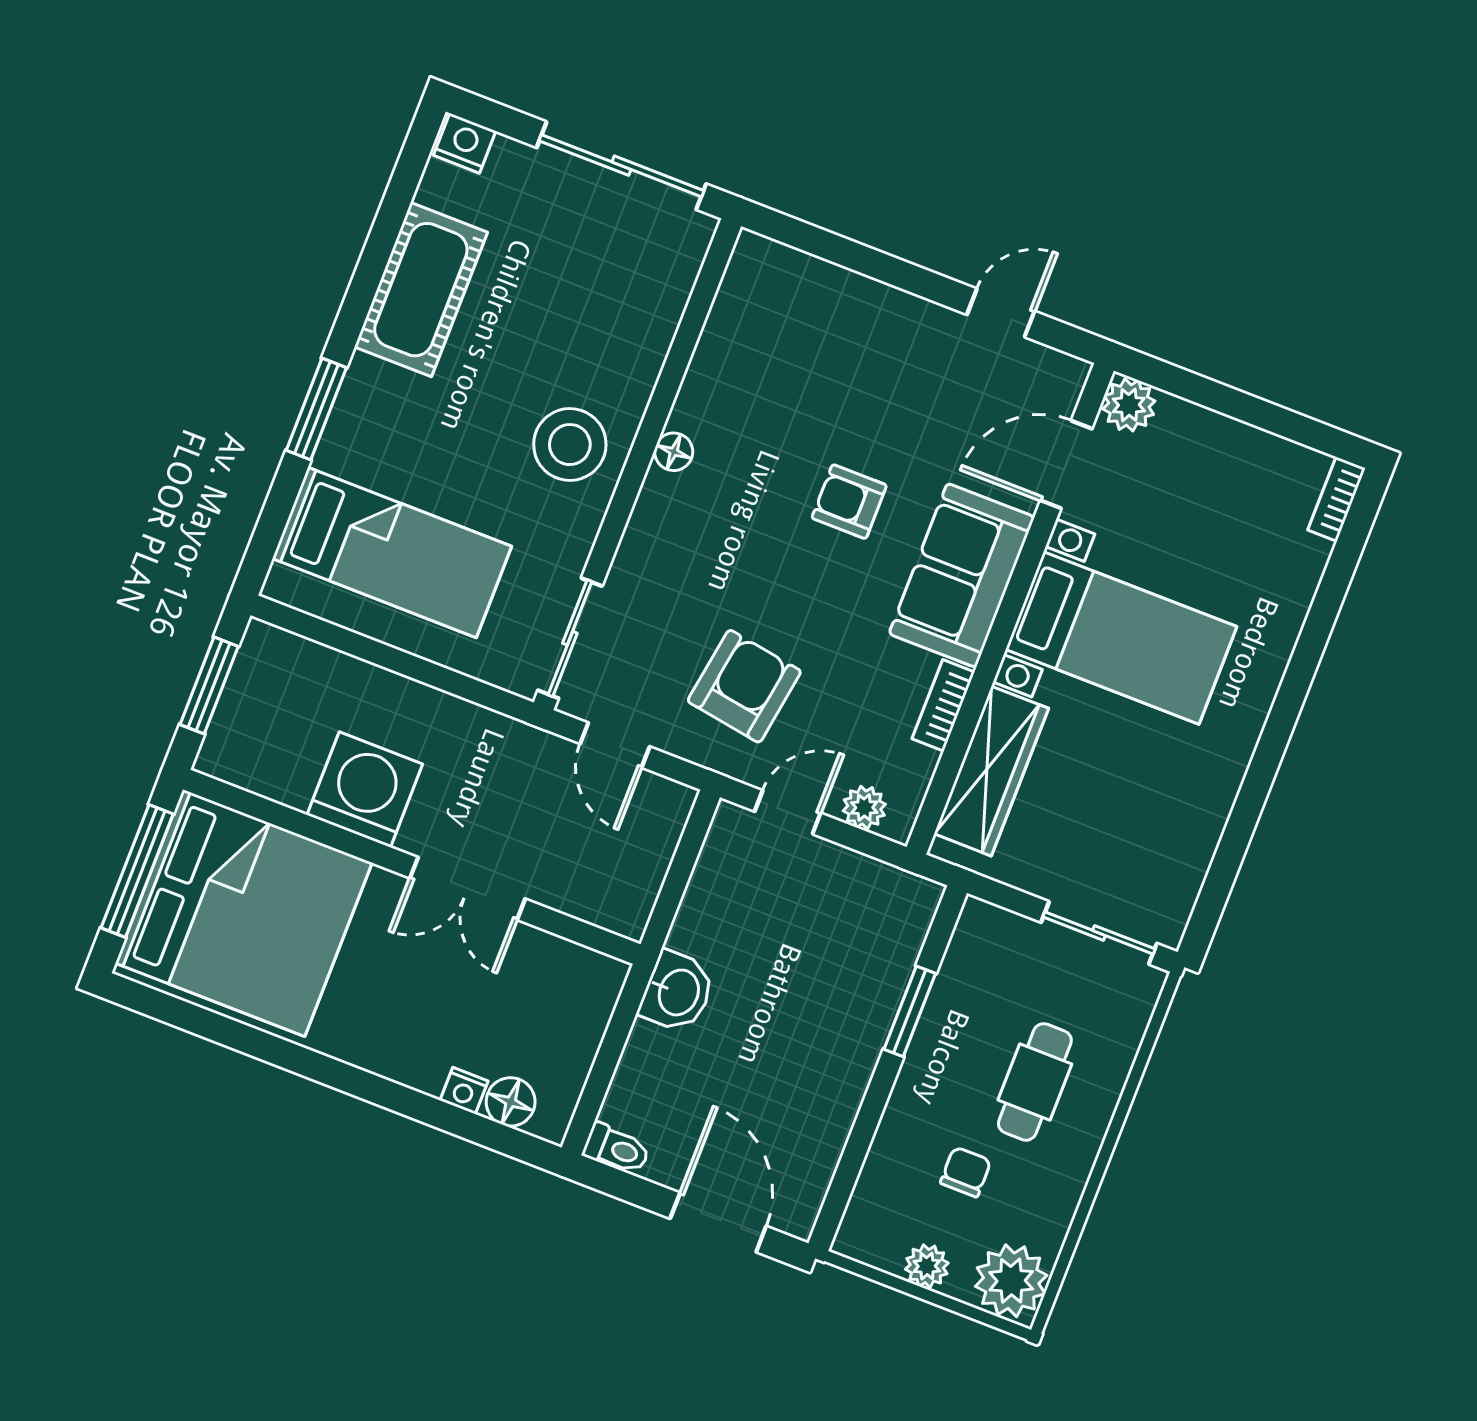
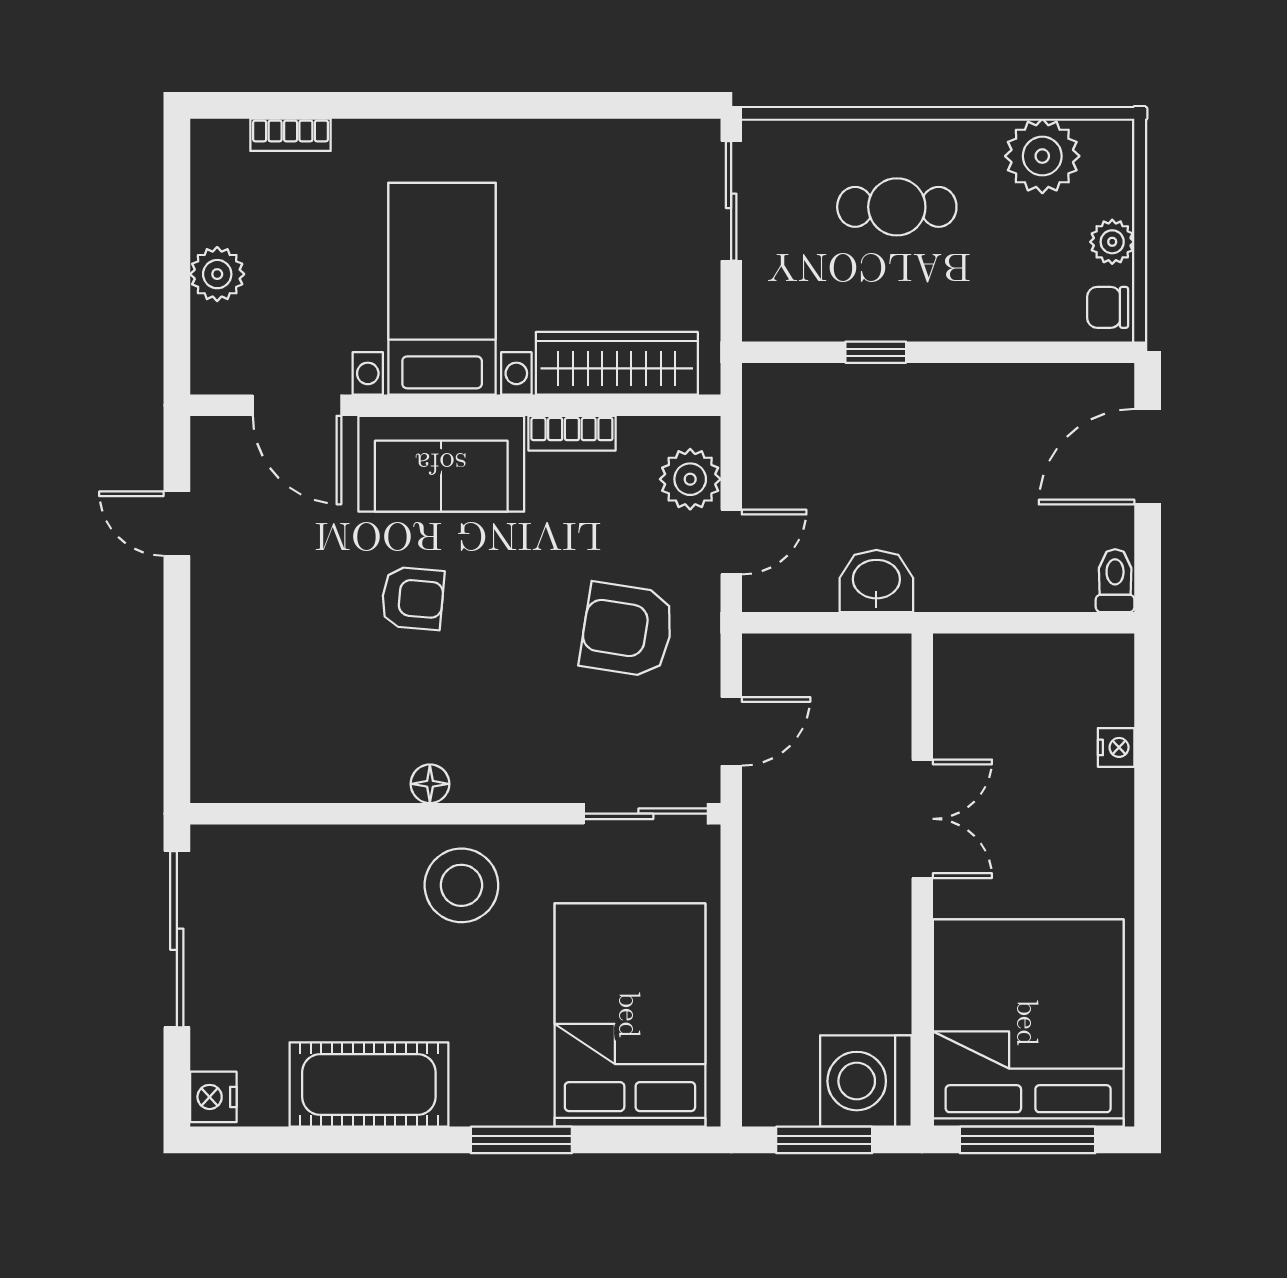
plant: (1129, 405) -> (217, 274), moved
bookcase: (1337, 499) -> (291, 135), moved
armchair: (849, 502) -> (413, 598), turned -85
bed: (392, 552) -> (630, 1015), width x1.50
washing machine: (365, 790) -> (866, 1081), moved
plant: (864, 808) -> (690, 479), width x1.38, depth x1.38
door: (788, 812) -> (731, 542), swing flipped
washbasin: (677, 992) -> (876, 581), moved
window: (910, 1011) -> (876, 352), width x0.67
floor lamp: (511, 1102) -> (1109, 699), removed
chair: (966, 1172) -> (1108, 307), moved
plant: (1011, 1281) -> (1042, 156), moved

